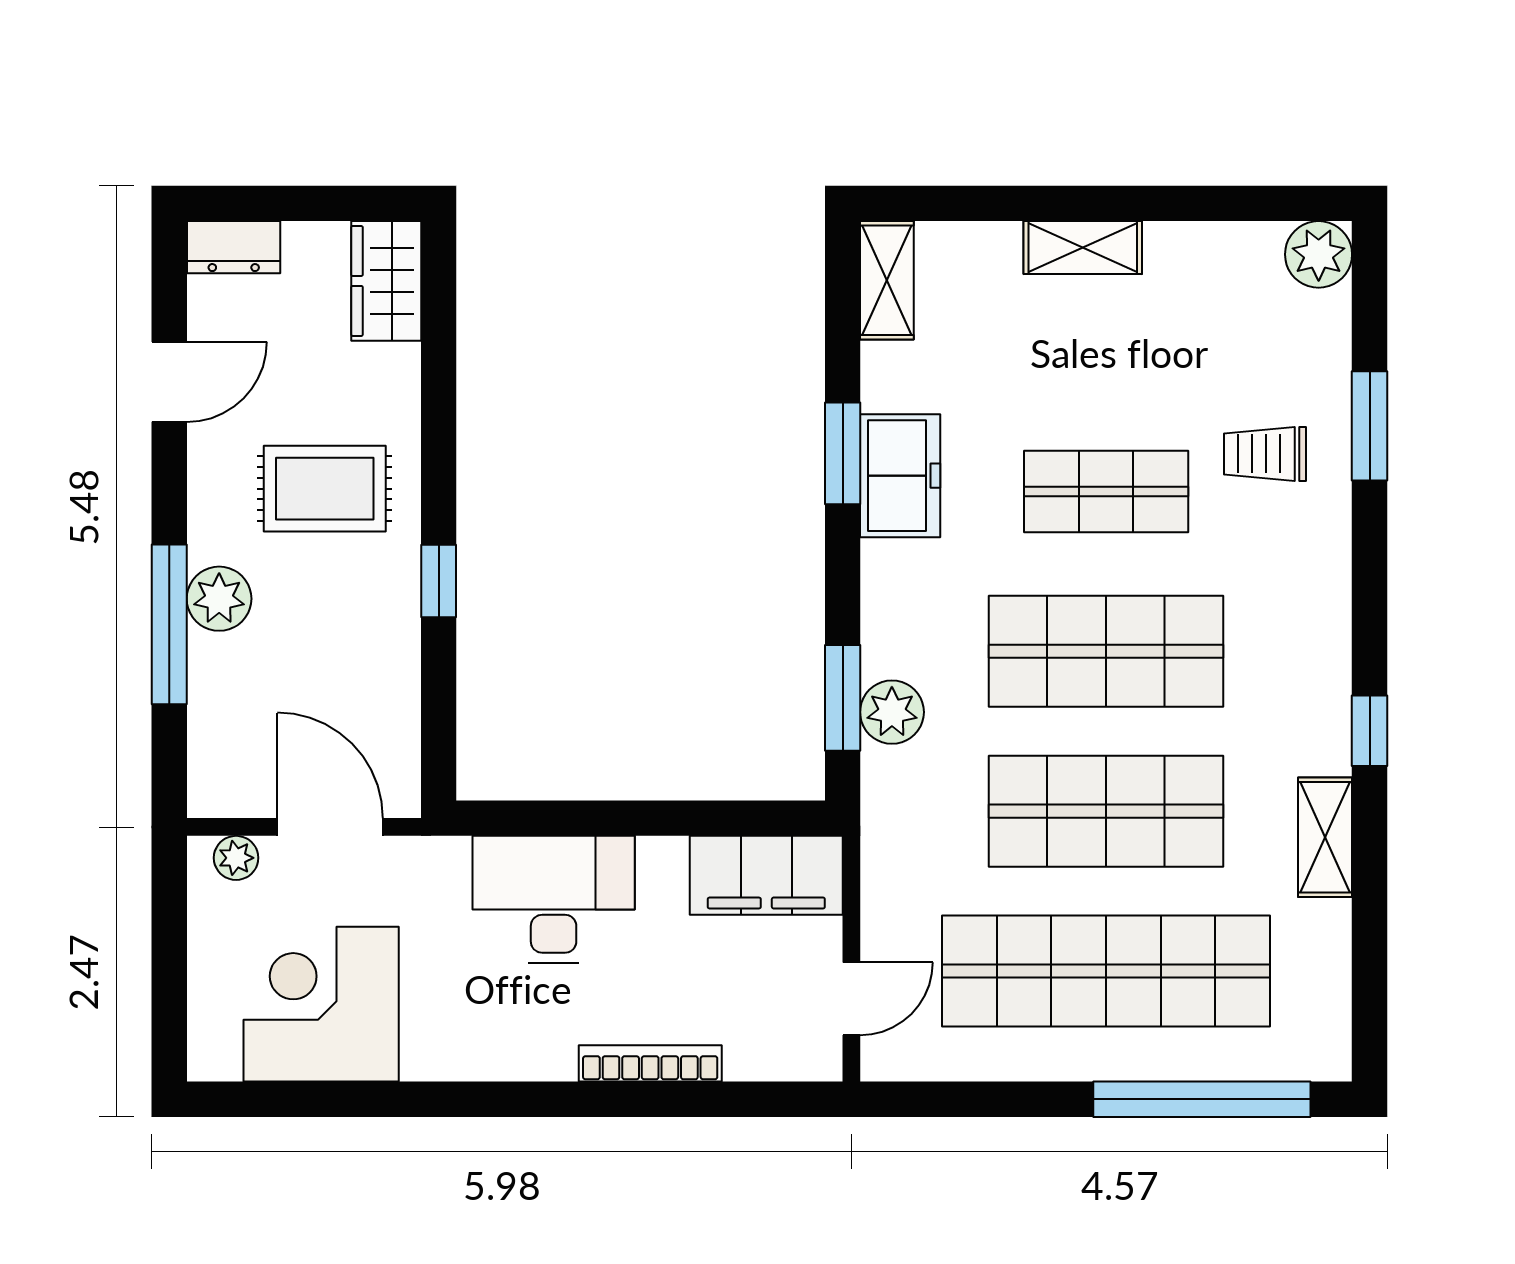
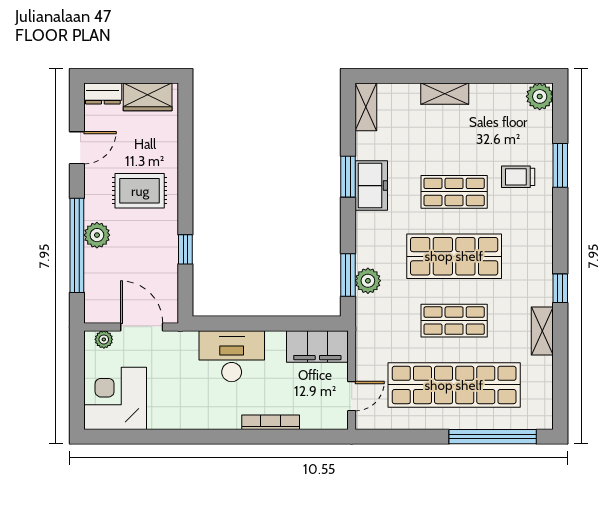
wardrobe: (386, 281) -> (148, 97), moved, turned -90
window: (439, 581) -> (185, 249), moved
window: (169, 624) -> (77, 245), width x1.46
shop shelf: (1106, 811) -> (454, 321), width x0.70, depth x0.74
corner desk: (321, 1004) -> (115, 398), moved

